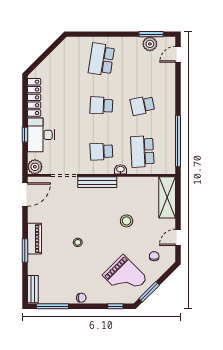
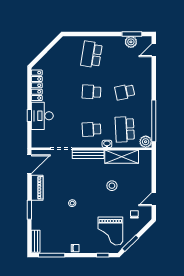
plant: (35, 167) -> (146, 142), moved
shelving: (167, 197) -> (122, 157), moved, turned 90
piano: (35, 239) -> (37, 188), moved
grand piano: (125, 277) -> (110, 231), turned 45

